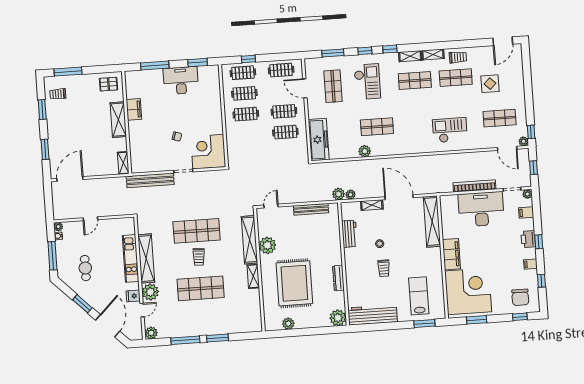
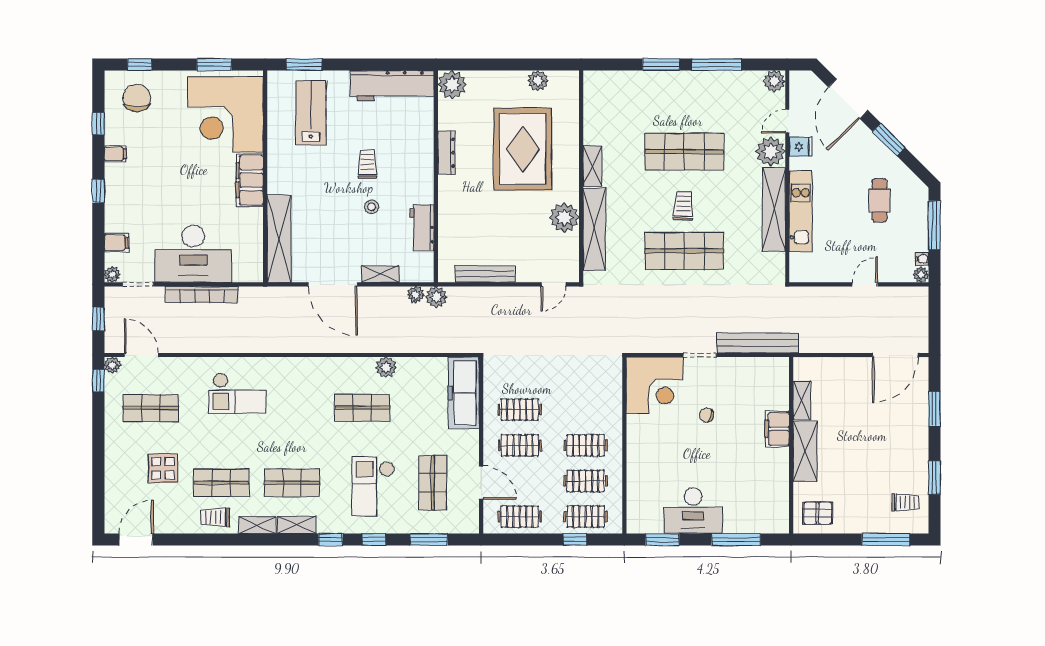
filing cabinet: (134, 109) -> (777, 429), moved
shelving: (123, 163) -> (802, 400), moved
printer: (528, 239) -> (116, 197), removed
lab bench: (419, 296) -> (311, 113), turned 180

